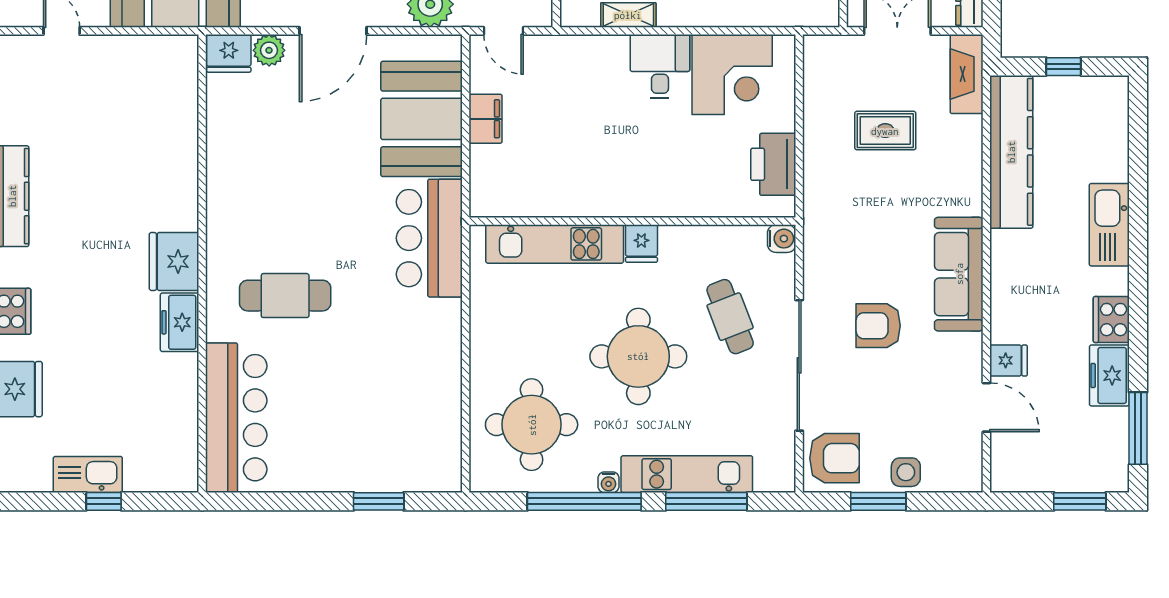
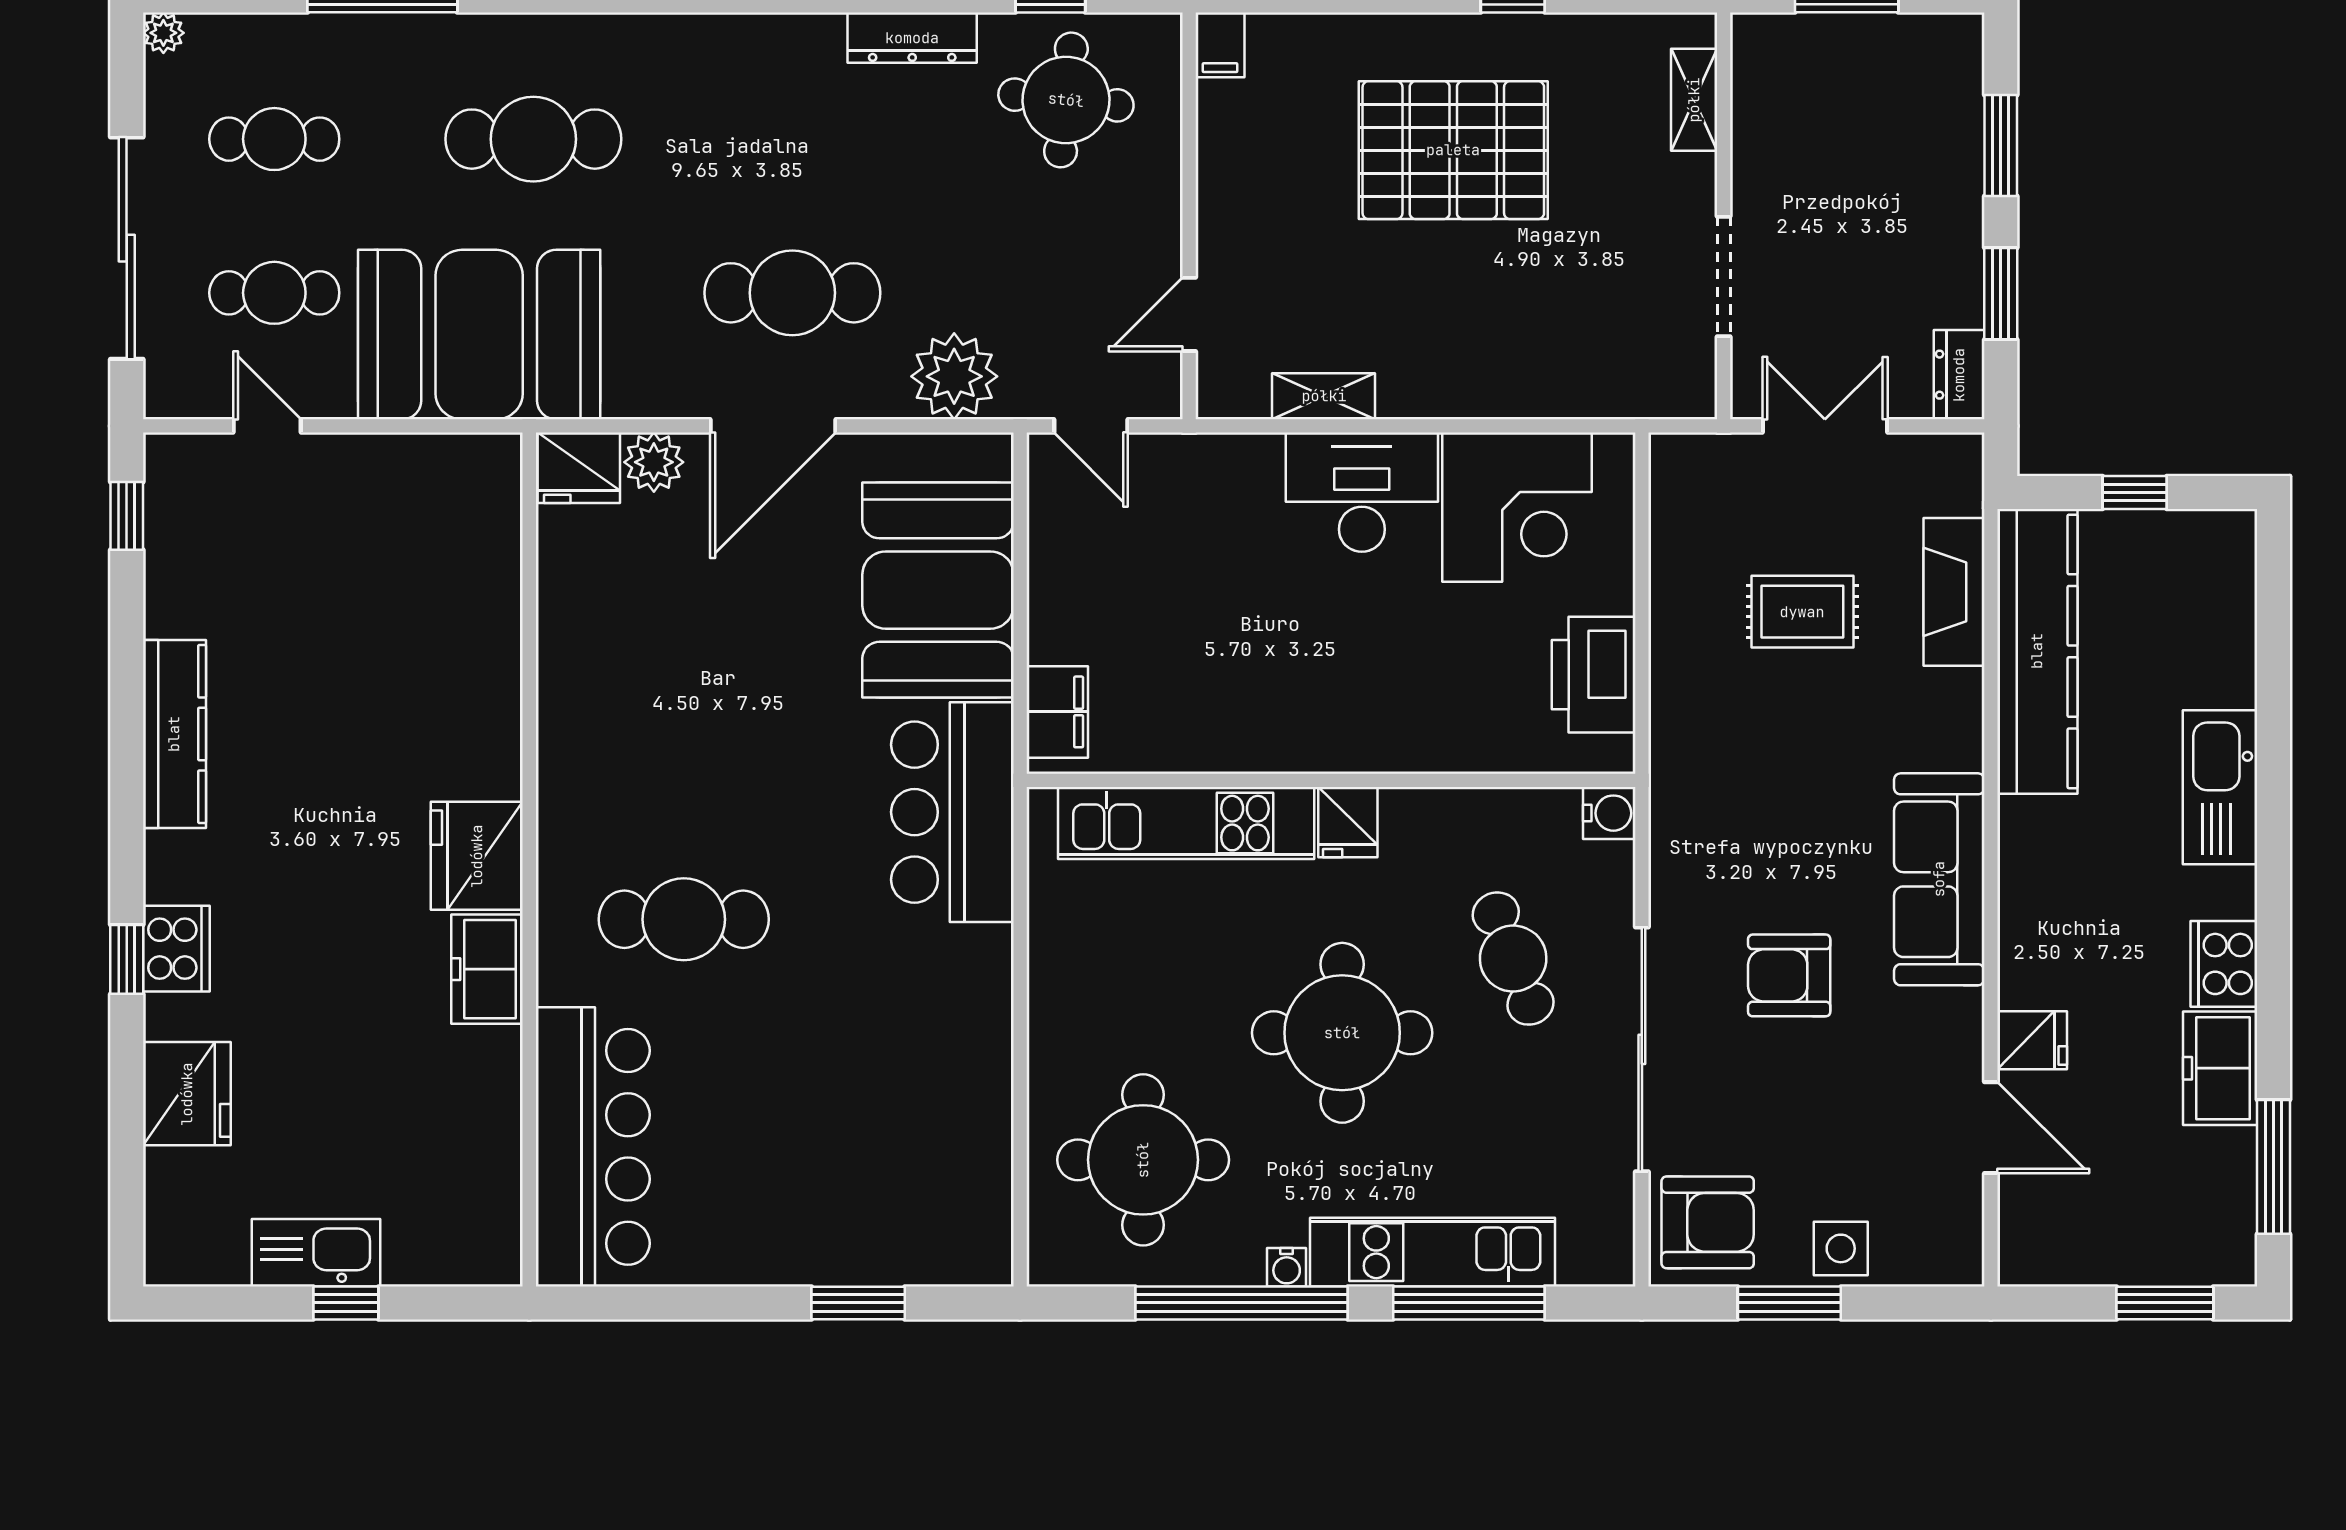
desk: (660, 66) -> (1362, 492), width x1.37
fireplace: (967, 74) -> (1954, 592), moved
filing cabinet: (485, 119) -> (1057, 712), moved

